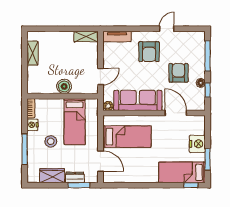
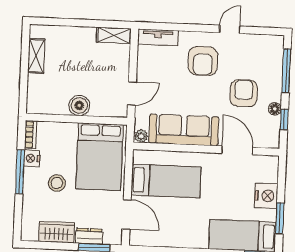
bed: (75, 122) -> (100, 157), width x1.50
window: (25, 149) -> (20, 172), moved

